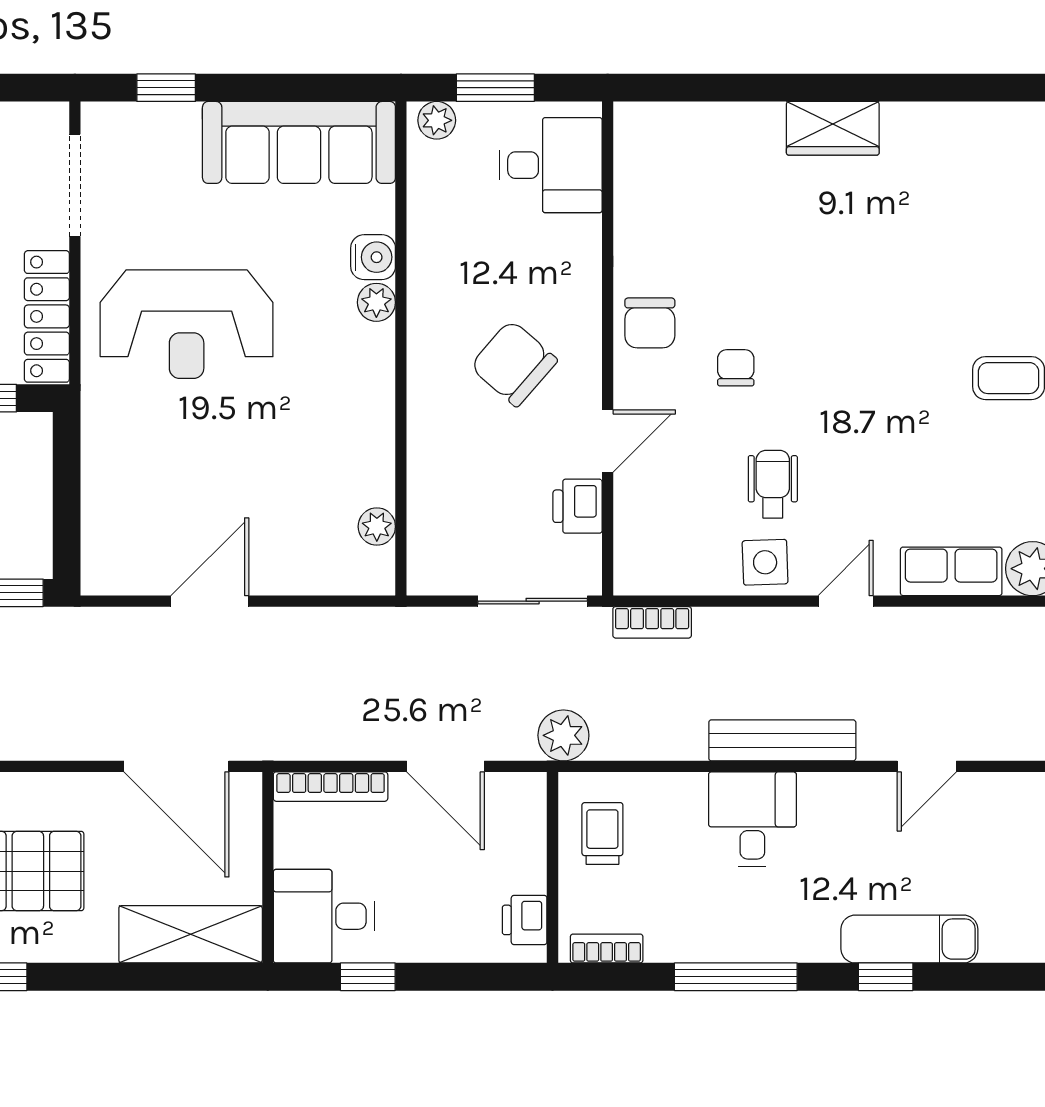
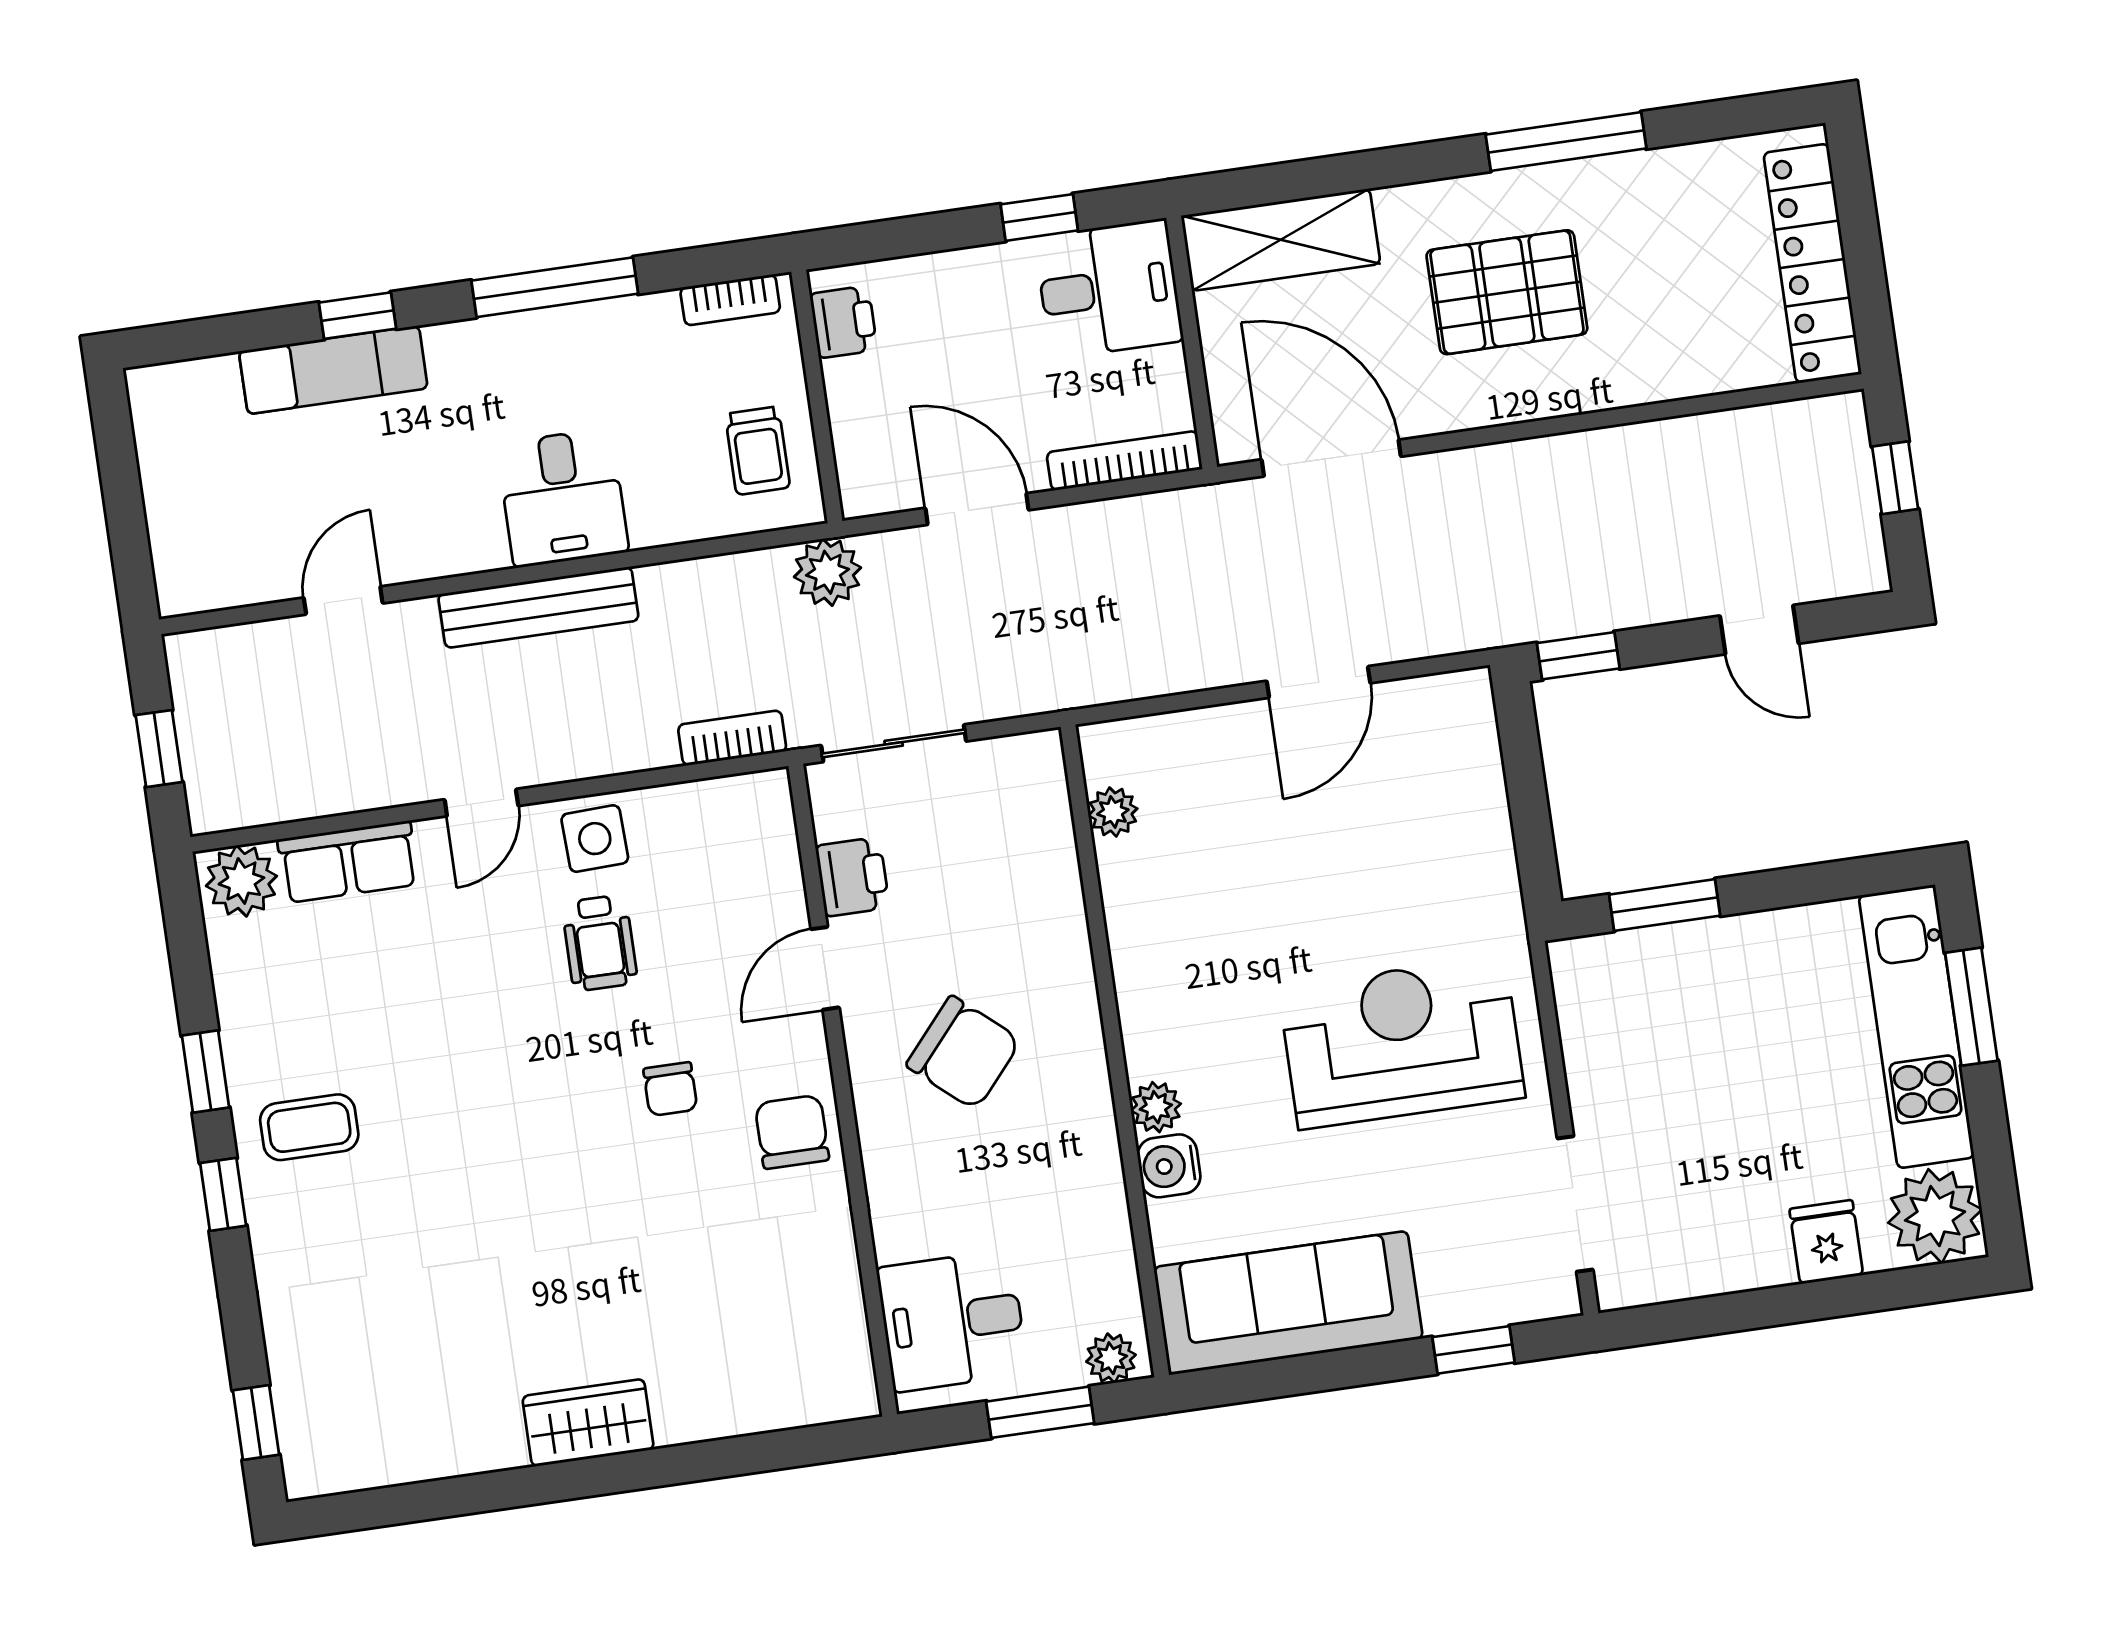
locker: (47, 316) -> (1587, 1026), removed

